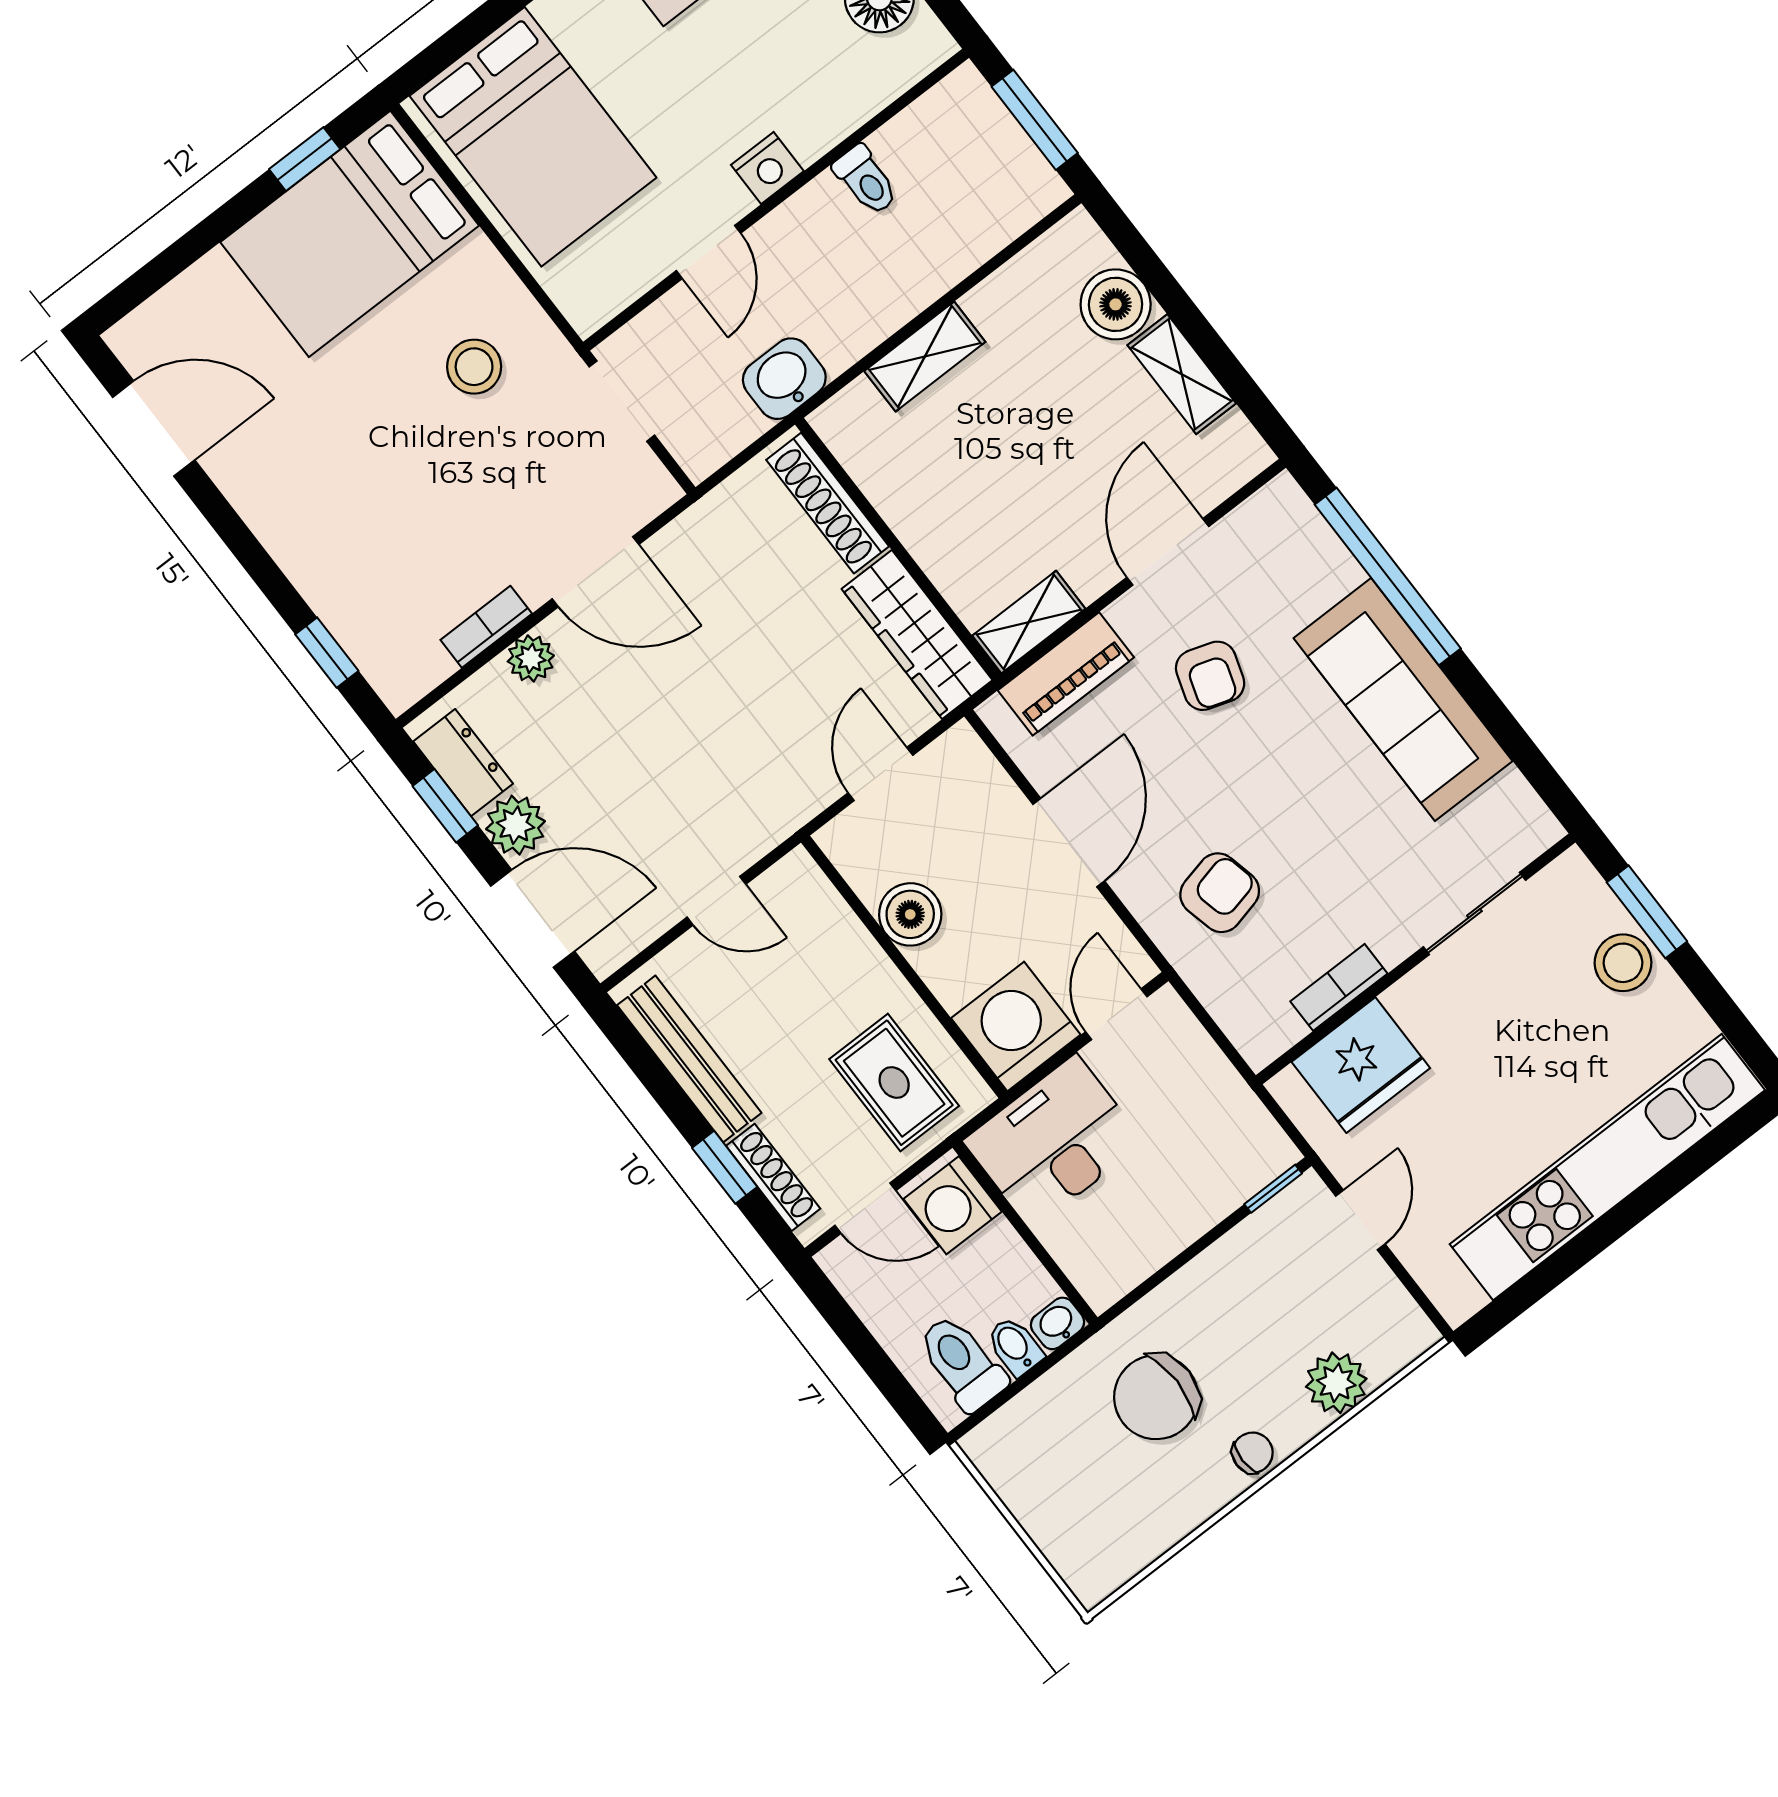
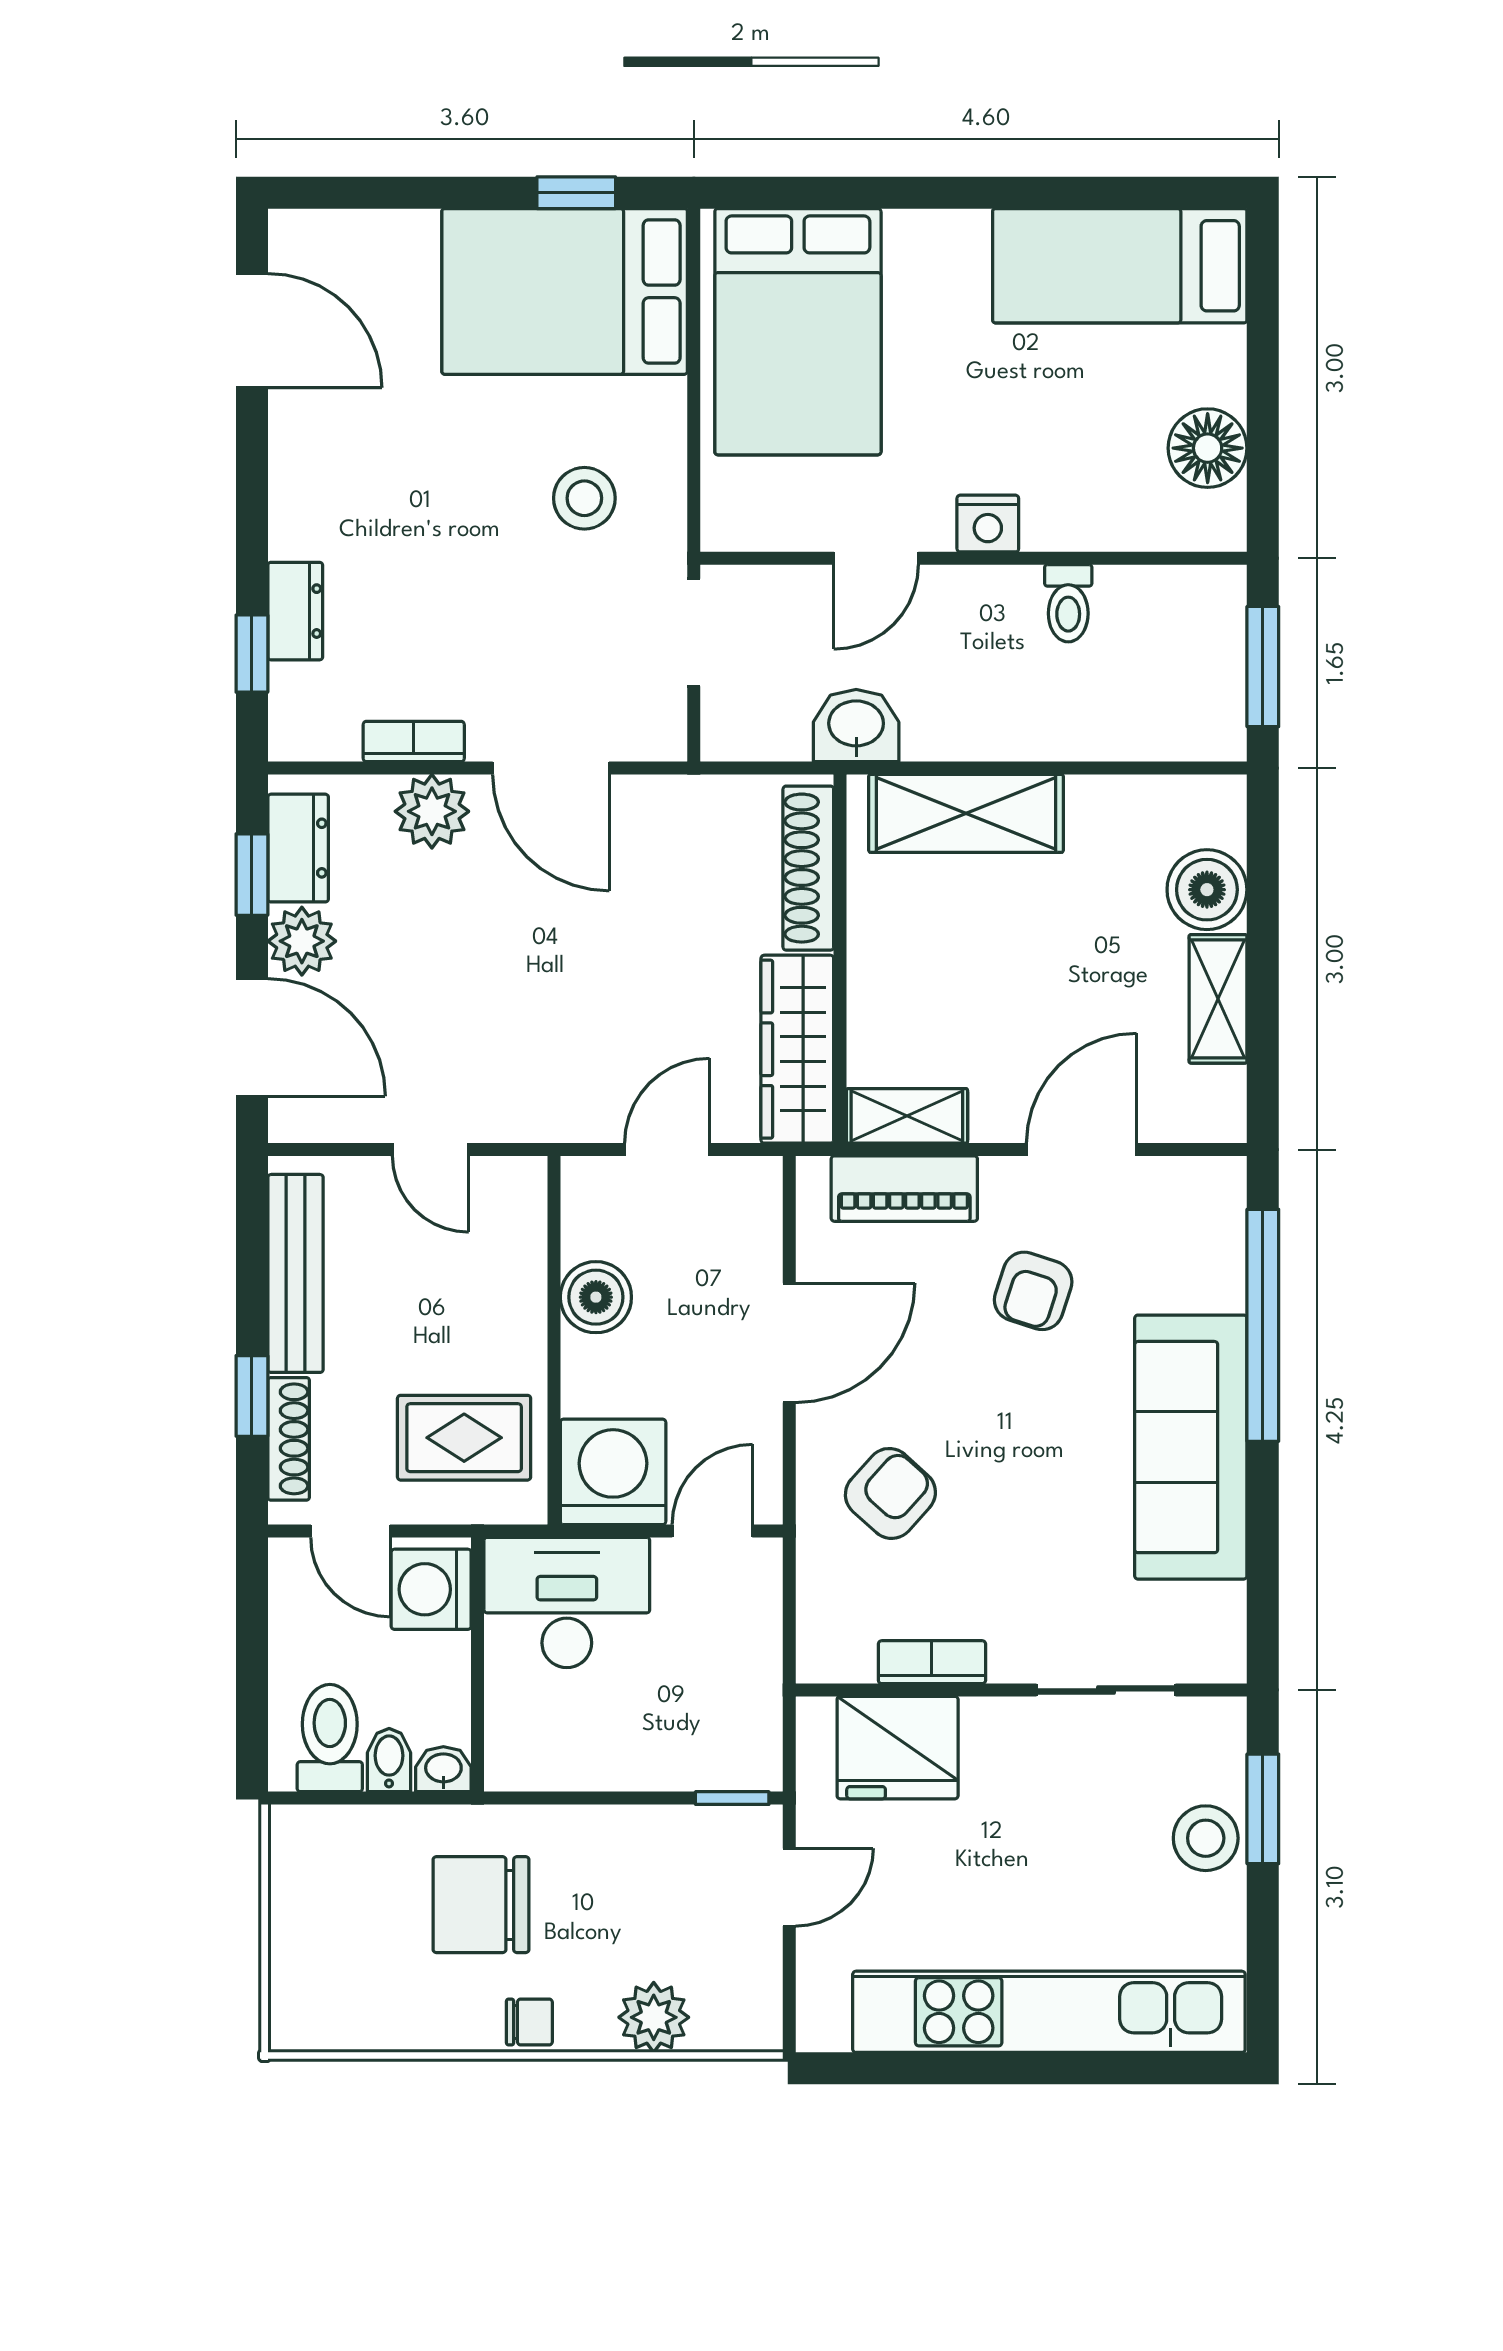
shelving: (925, 356) -> (966, 813), width x1.50, depth x1.33
dresser: (334, 600) -> (295, 611), added
plant: (531, 658) -> (432, 811), width x1.38, depth x1.38
armchair: (1220, 893) -> (890, 1493), turned -35
rug: (894, 1083) -> (464, 1438), turned 90

